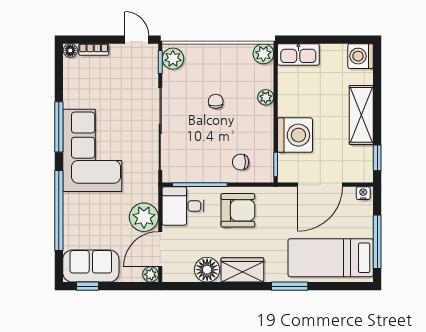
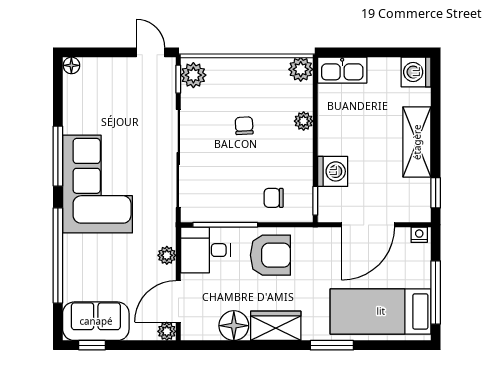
bookcase: (94, 49) -> (99, 64), removed
washing machine: (295, 135) -> (333, 171), width x0.73, depth x0.73
plant: (144, 217) -> (167, 255), width x0.53, depth x0.53

